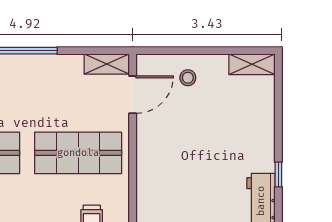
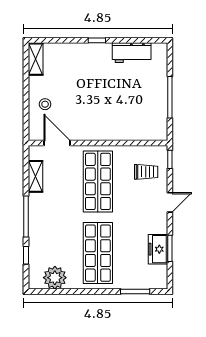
shelving: (107, 64) -> (35, 176), moved
window: (278, 175) -> (97, 40), moved

